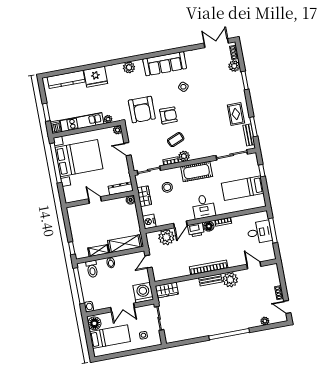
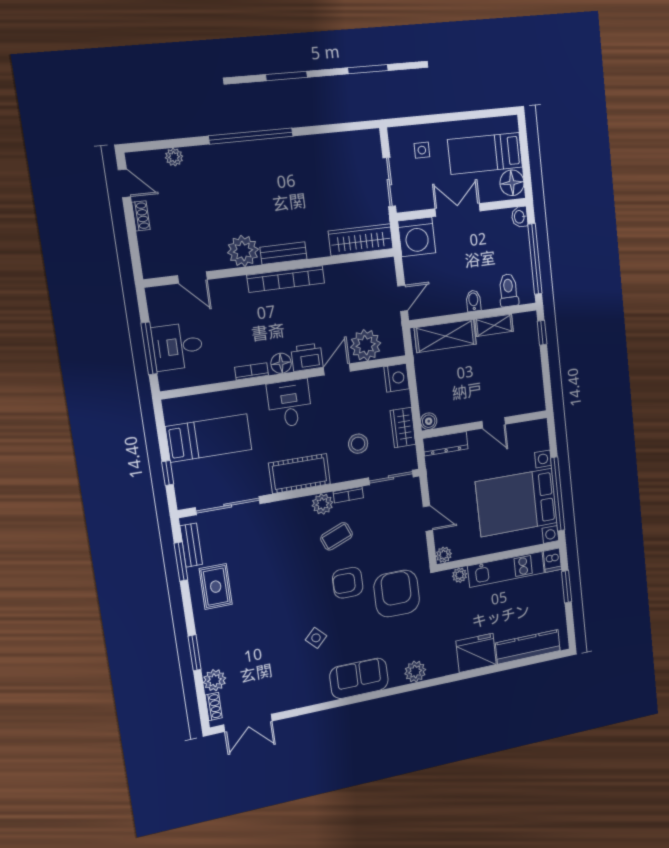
sofa: (165, 64) -> (359, 678), width x0.73
wardrobe: (167, 290) -> (361, 240), width x1.50

